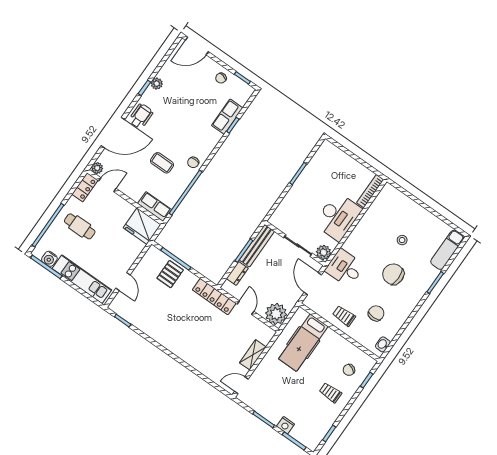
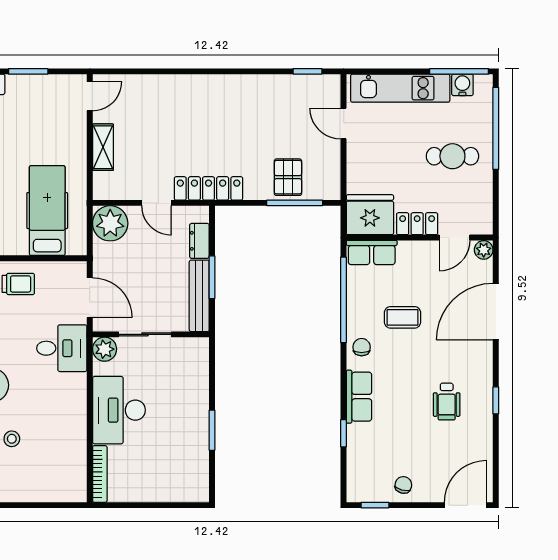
plant: (157, 84) -> (483, 418), removed
wheelchair: (141, 116) -> (447, 402), moved
row of seats: (227, 117) -> (359, 397), moved
locker: (85, 187) -> (417, 224), moved, turned 90

